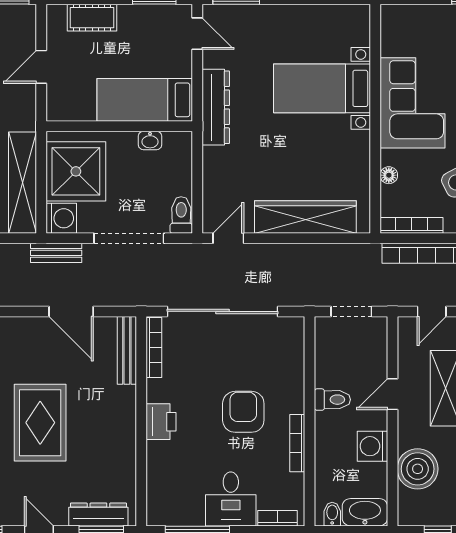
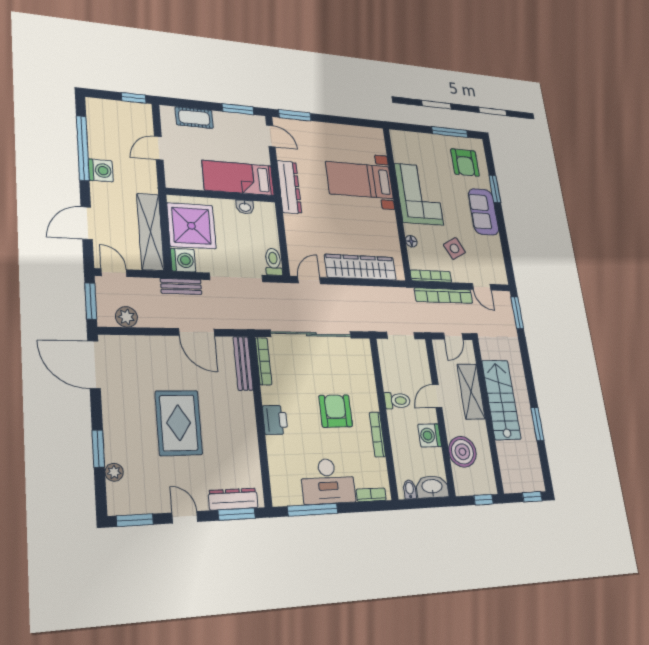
desk: (231, 499) -> (328, 481), width x1.37

